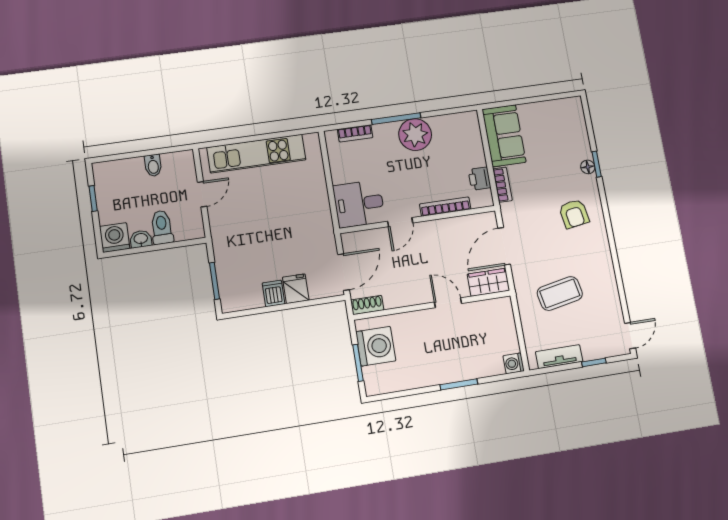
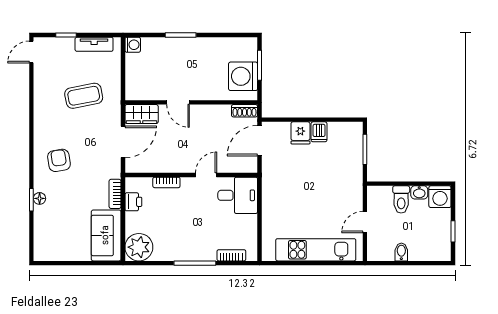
plant: (415, 135) -> (139, 247), moved
bookcase: (445, 207) -> (166, 182), width x0.64

